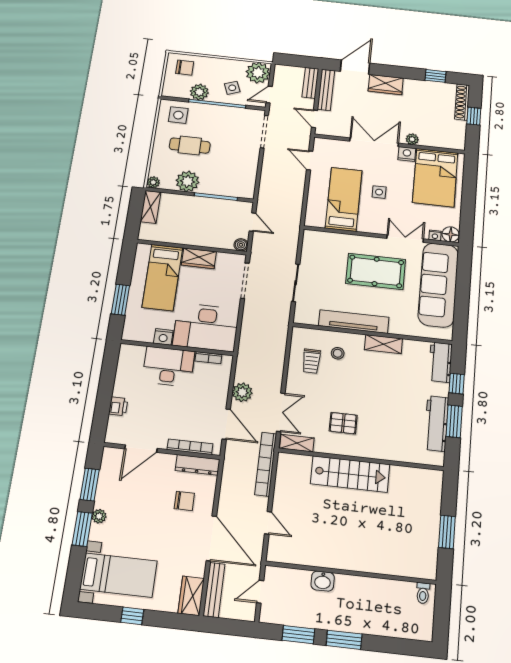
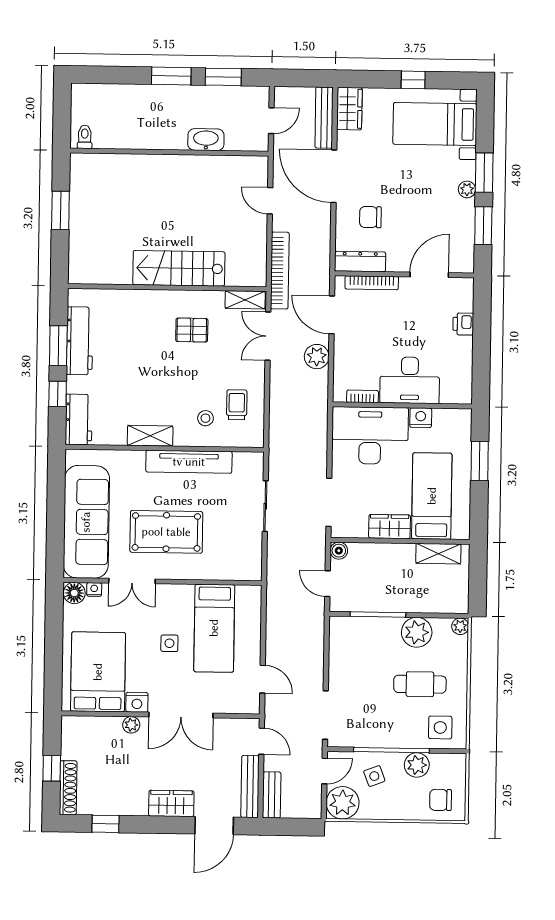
shelving: (151, 207) -> (438, 554), moved, turned 90
washbasin: (323, 581) -> (206, 140), width x1.38

